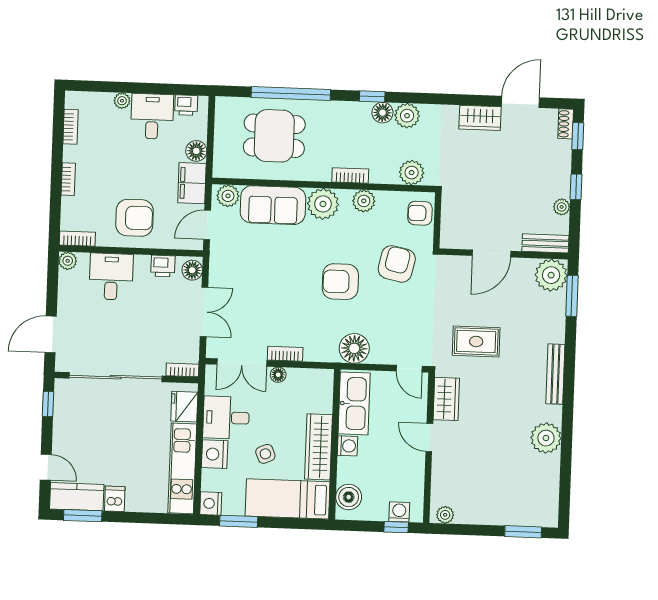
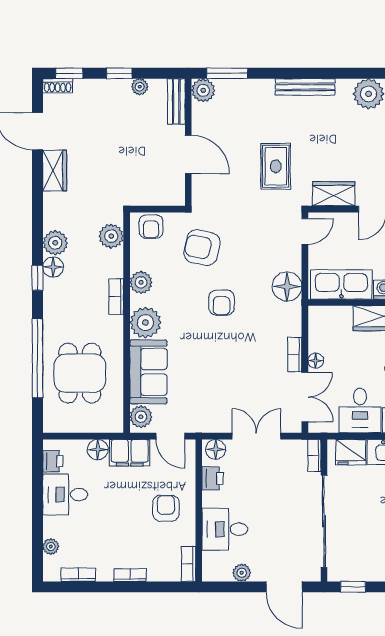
plant: (122, 101) -> (51, 547), moved
armchair: (135, 218) -> (166, 508), width x0.72, depth x0.72
plant: (68, 261) -> (242, 573), moved
plant: (551, 275) -> (203, 90), width x0.73, depth x0.73
armchair: (340, 282) -> (222, 303), width x0.72, depth x0.72

